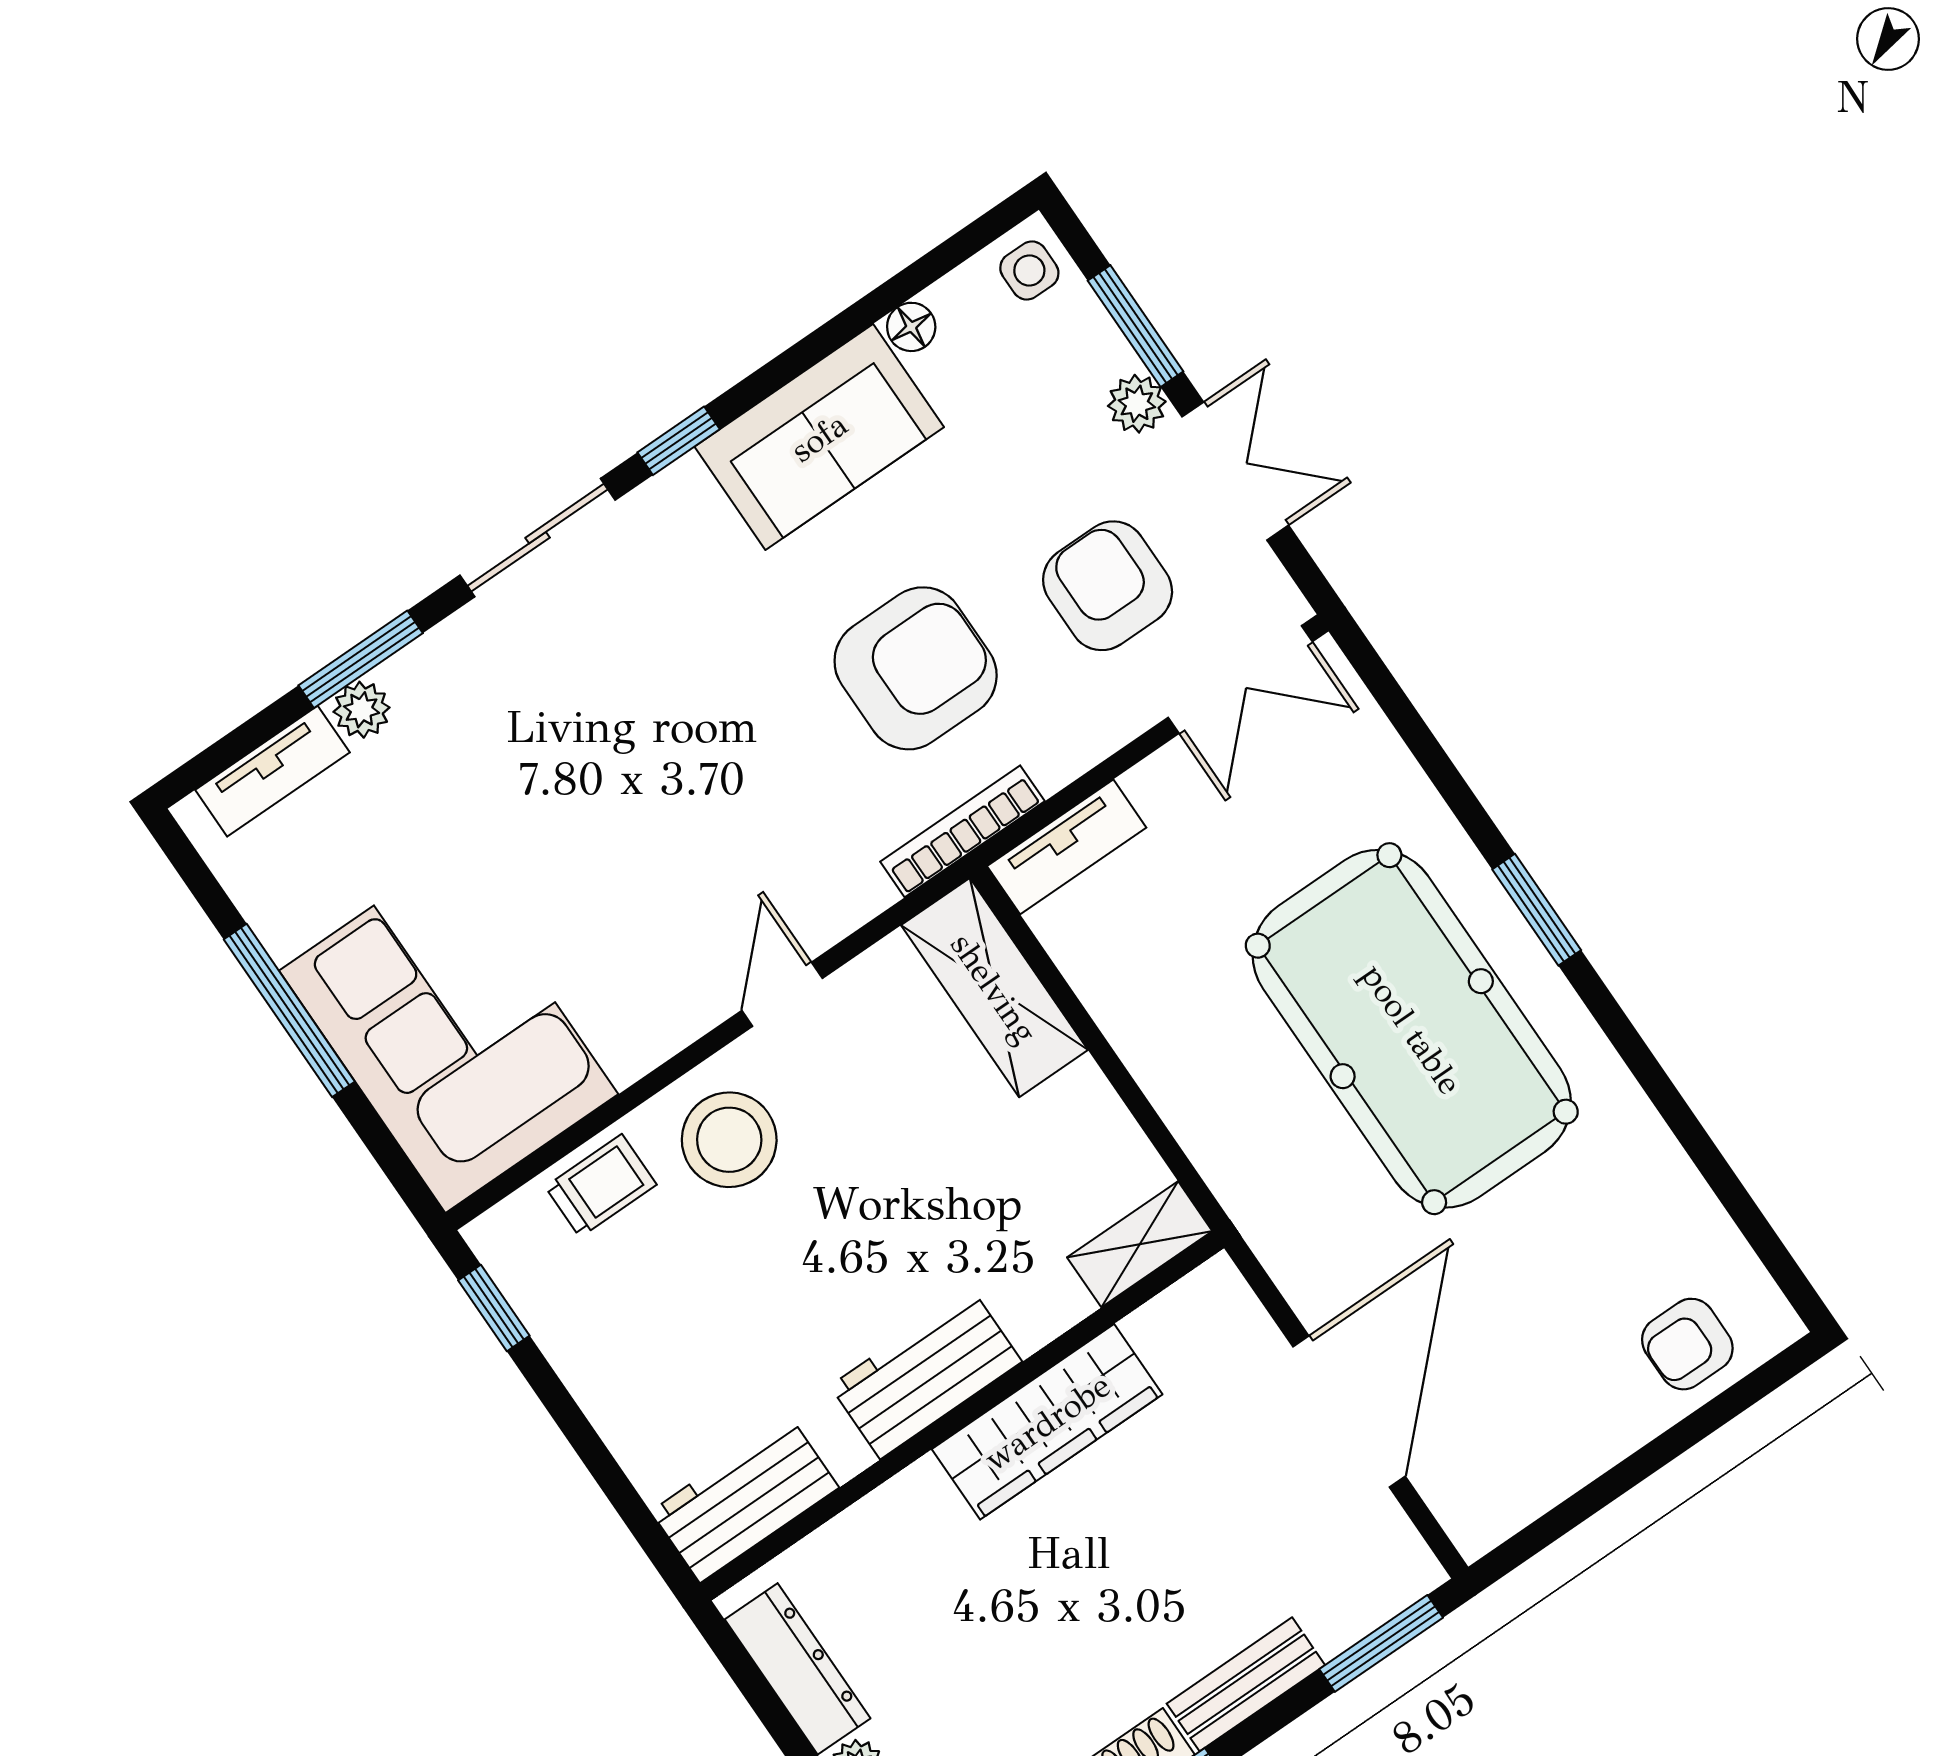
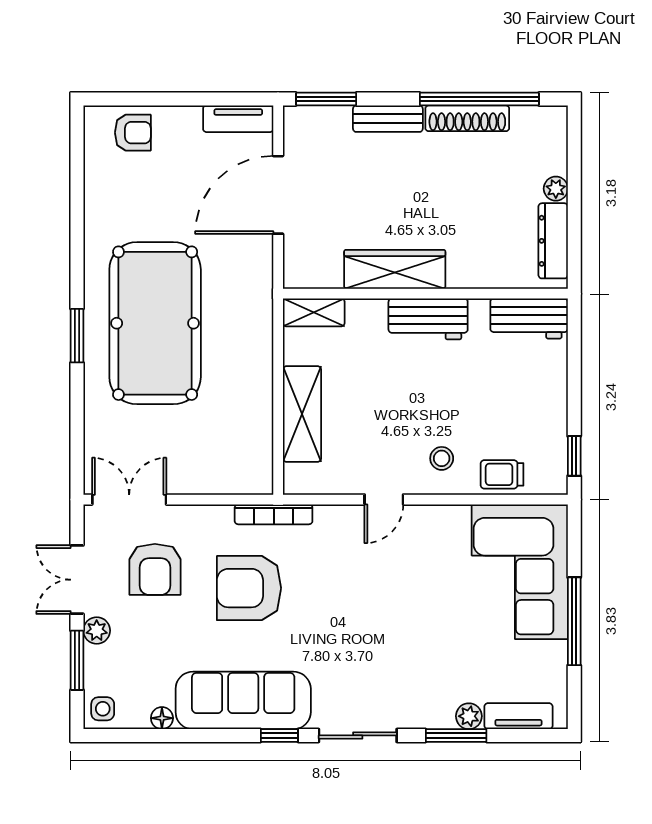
sofa: (819, 437) -> (243, 700), width x1.36
tv unit: (1067, 847) -> (238, 119), moved, turned 180
shelving: (994, 988) -> (302, 414), moved
stool: (729, 1140) -> (442, 458), width x0.53, depth x0.53

